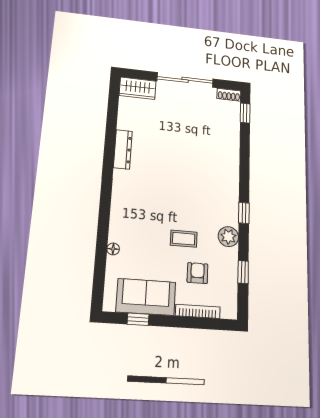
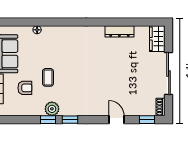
dresser: (123, 149) -> (119, 31), moved
door: (245, 151) -> (117, 120), added
window: (243, 272) -> (48, 120), moved

